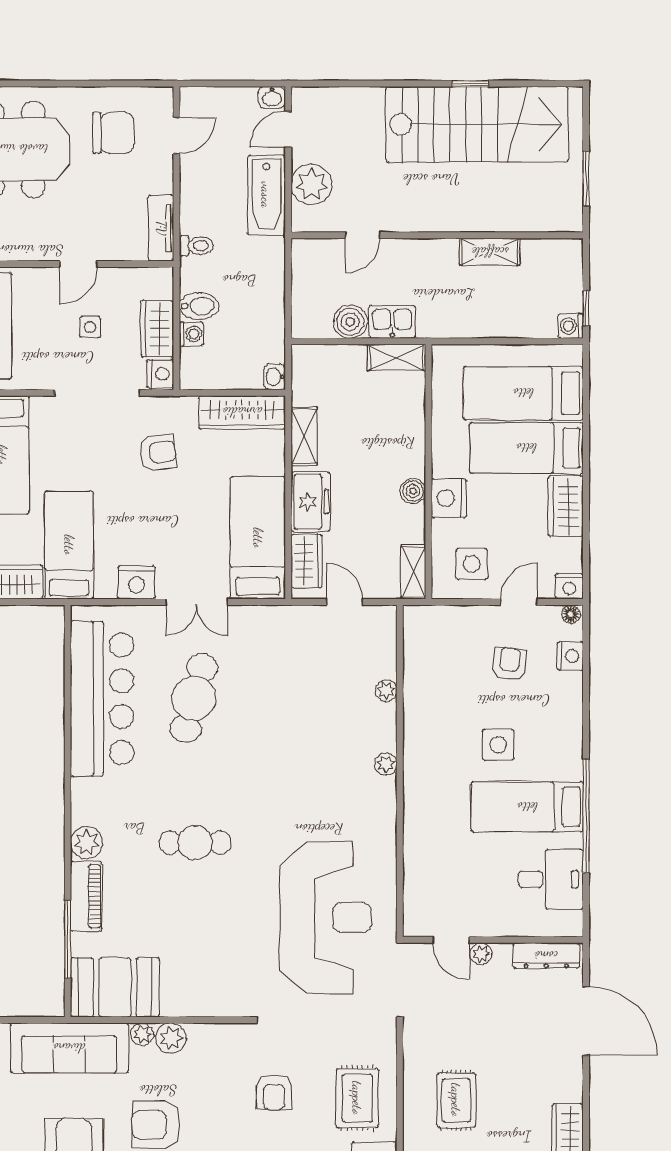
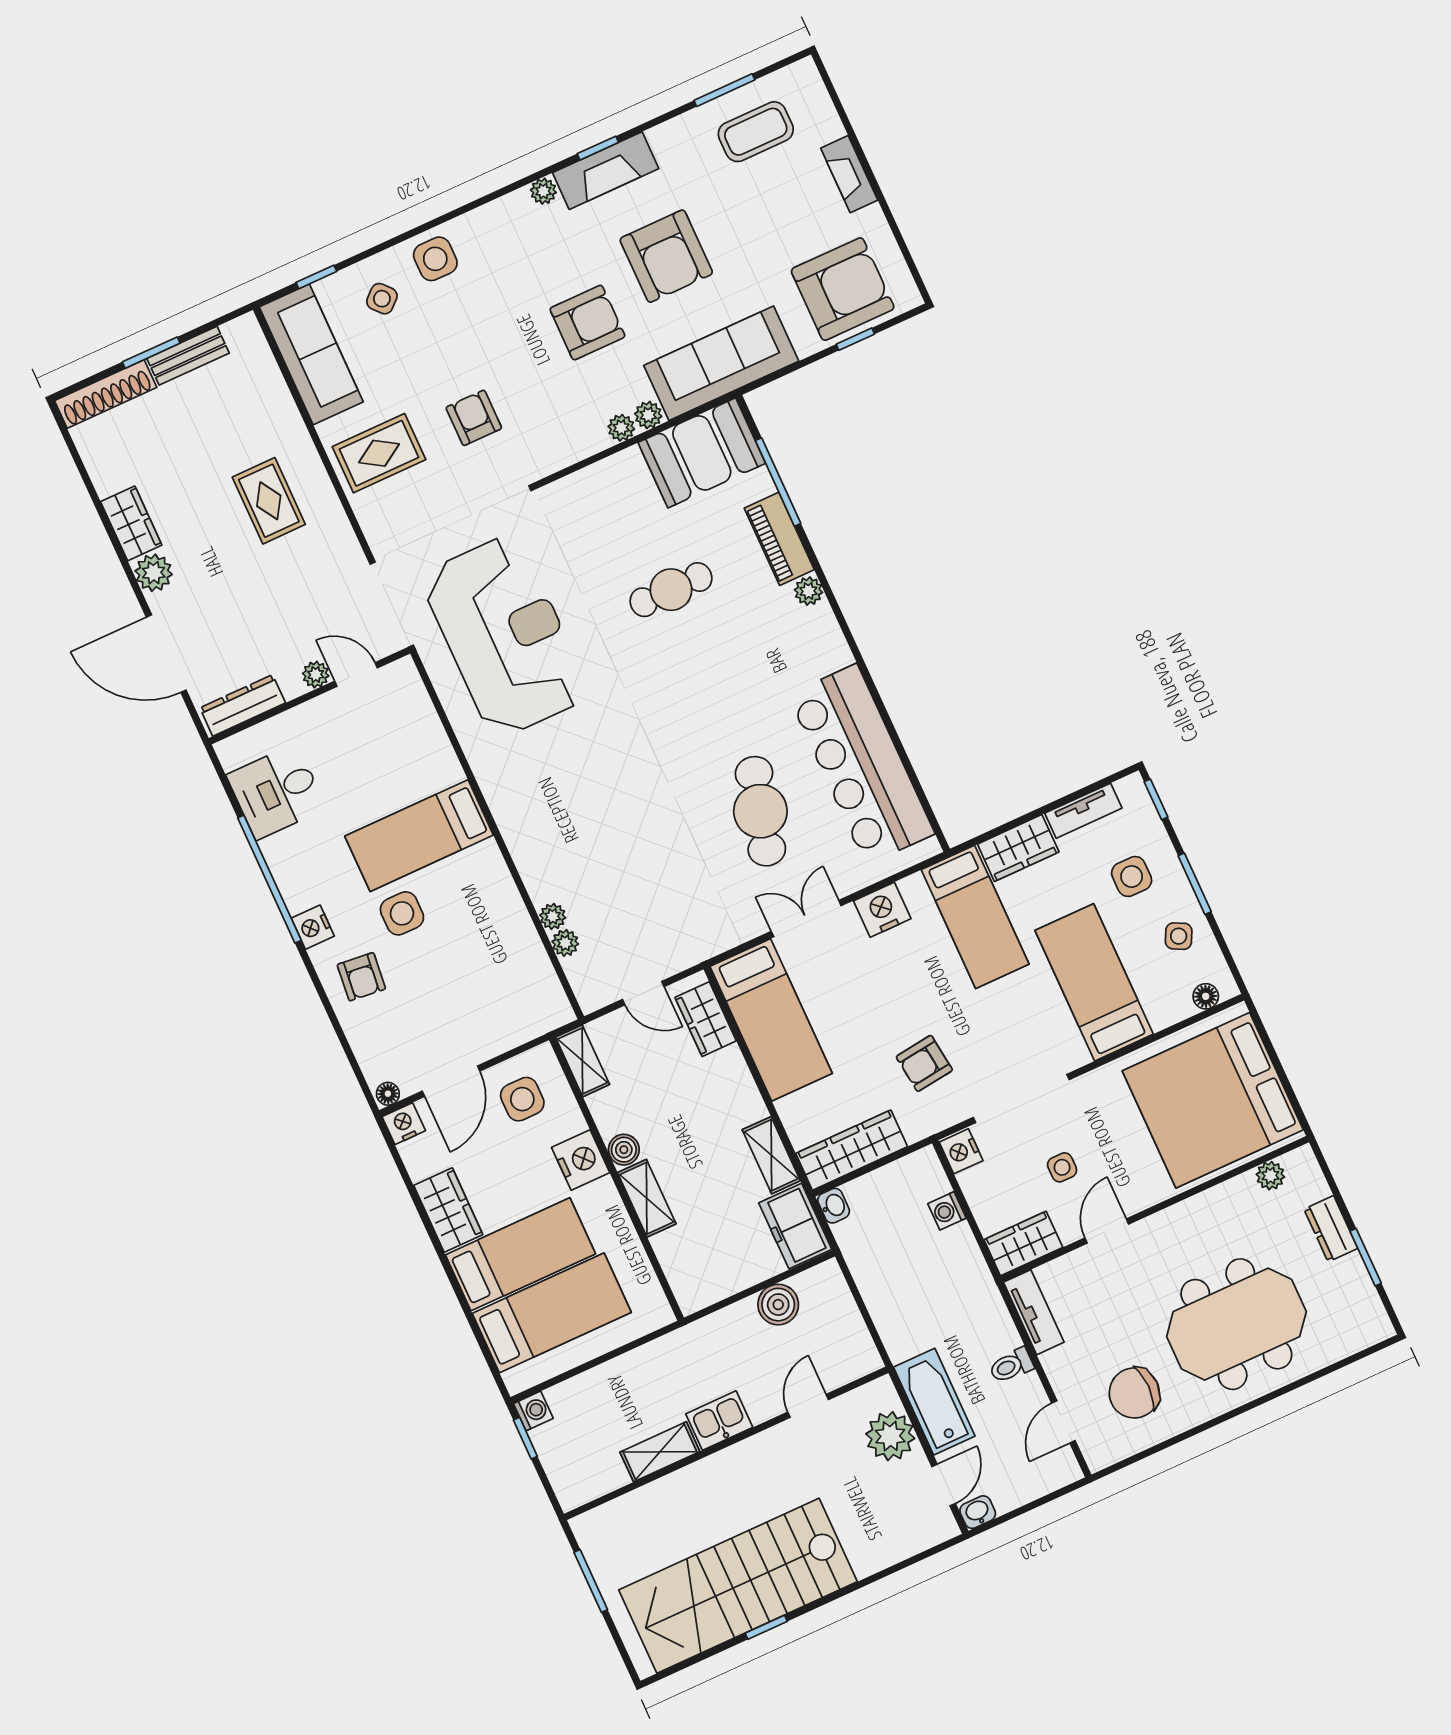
toilet: (196, 246) -> (1011, 1366), moved
bidet: (199, 306) -> (953, 1246), removed
kitchen sink: (392, 322) -> (719, 1421), moved, turned 180
wardrobe: (157, 329) -> (1023, 1243), moved, turned -90
shelving: (396, 357) -> (647, 1198), moved, turned 90
freezer: (311, 502) -> (795, 1226), moved
door: (519, 602) -> (451, 1081), width x1.38
nightstand: (570, 656) -> (313, 927), moved
armchair: (509, 664) -> (361, 977), moved
plant: (386, 764) -> (565, 943), moved
bed: (527, 807) -> (419, 836), moved, turned 180
plant: (87, 843) -> (808, 591), width x0.73, depth x0.73
cafe table: (195, 843) -> (671, 590), moved
reception desk: (325, 918) -> (505, 636), turned 180
plant: (171, 1038) -> (621, 428), width x0.73, depth x0.73
plant: (568, 1086) -> (154, 573), added
rug: (357, 1098) -> (379, 453), turned 90

